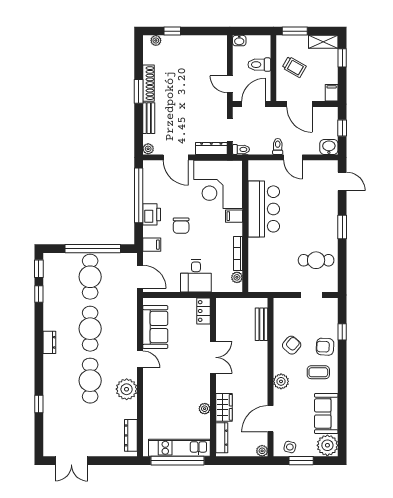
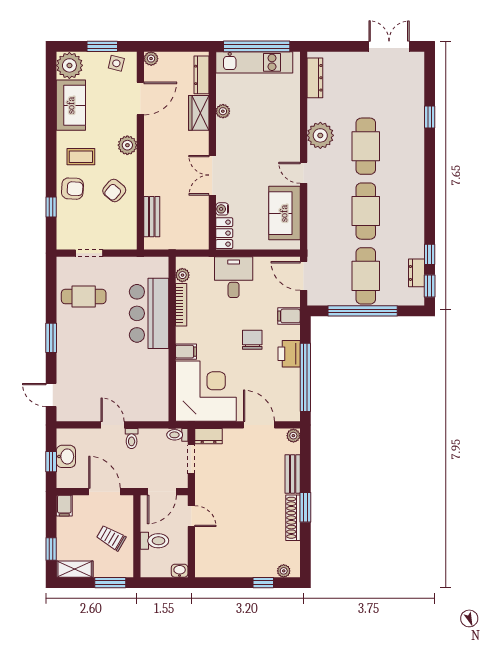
washbasin: (329, 147) -> (66, 456), moved, turned -90
dresser: (211, 148) -> (209, 436), width x0.70
bar counter: (264, 209) -> (149, 313), moved
water cooler: (205, 330) -> (222, 209), added
dresser: (49, 342) -> (417, 273), moved

